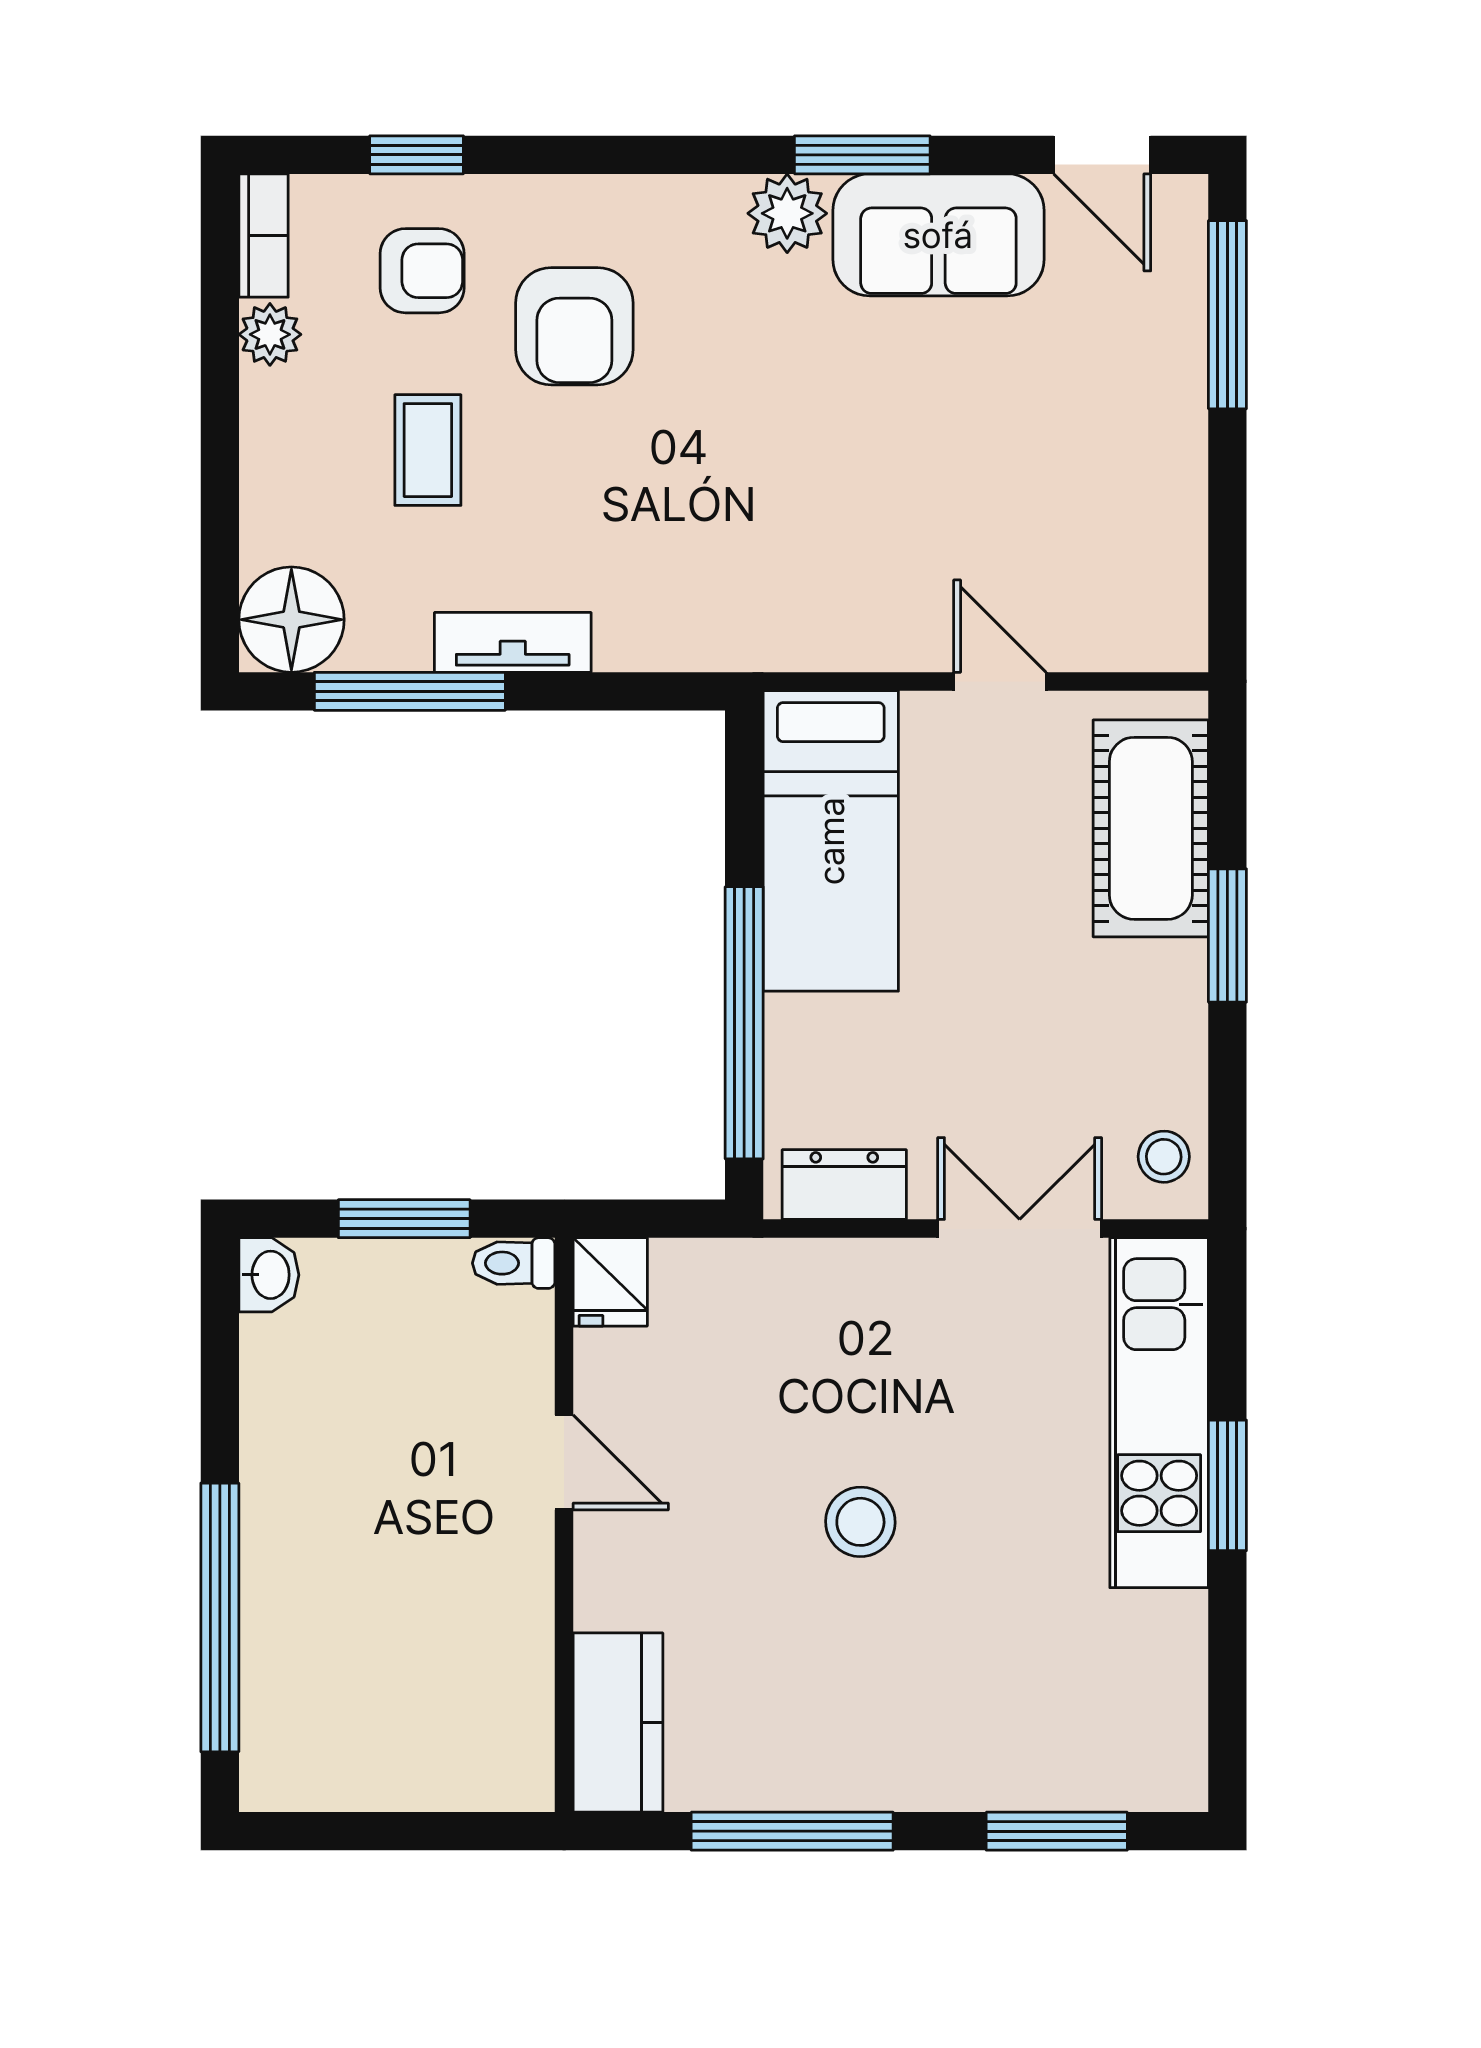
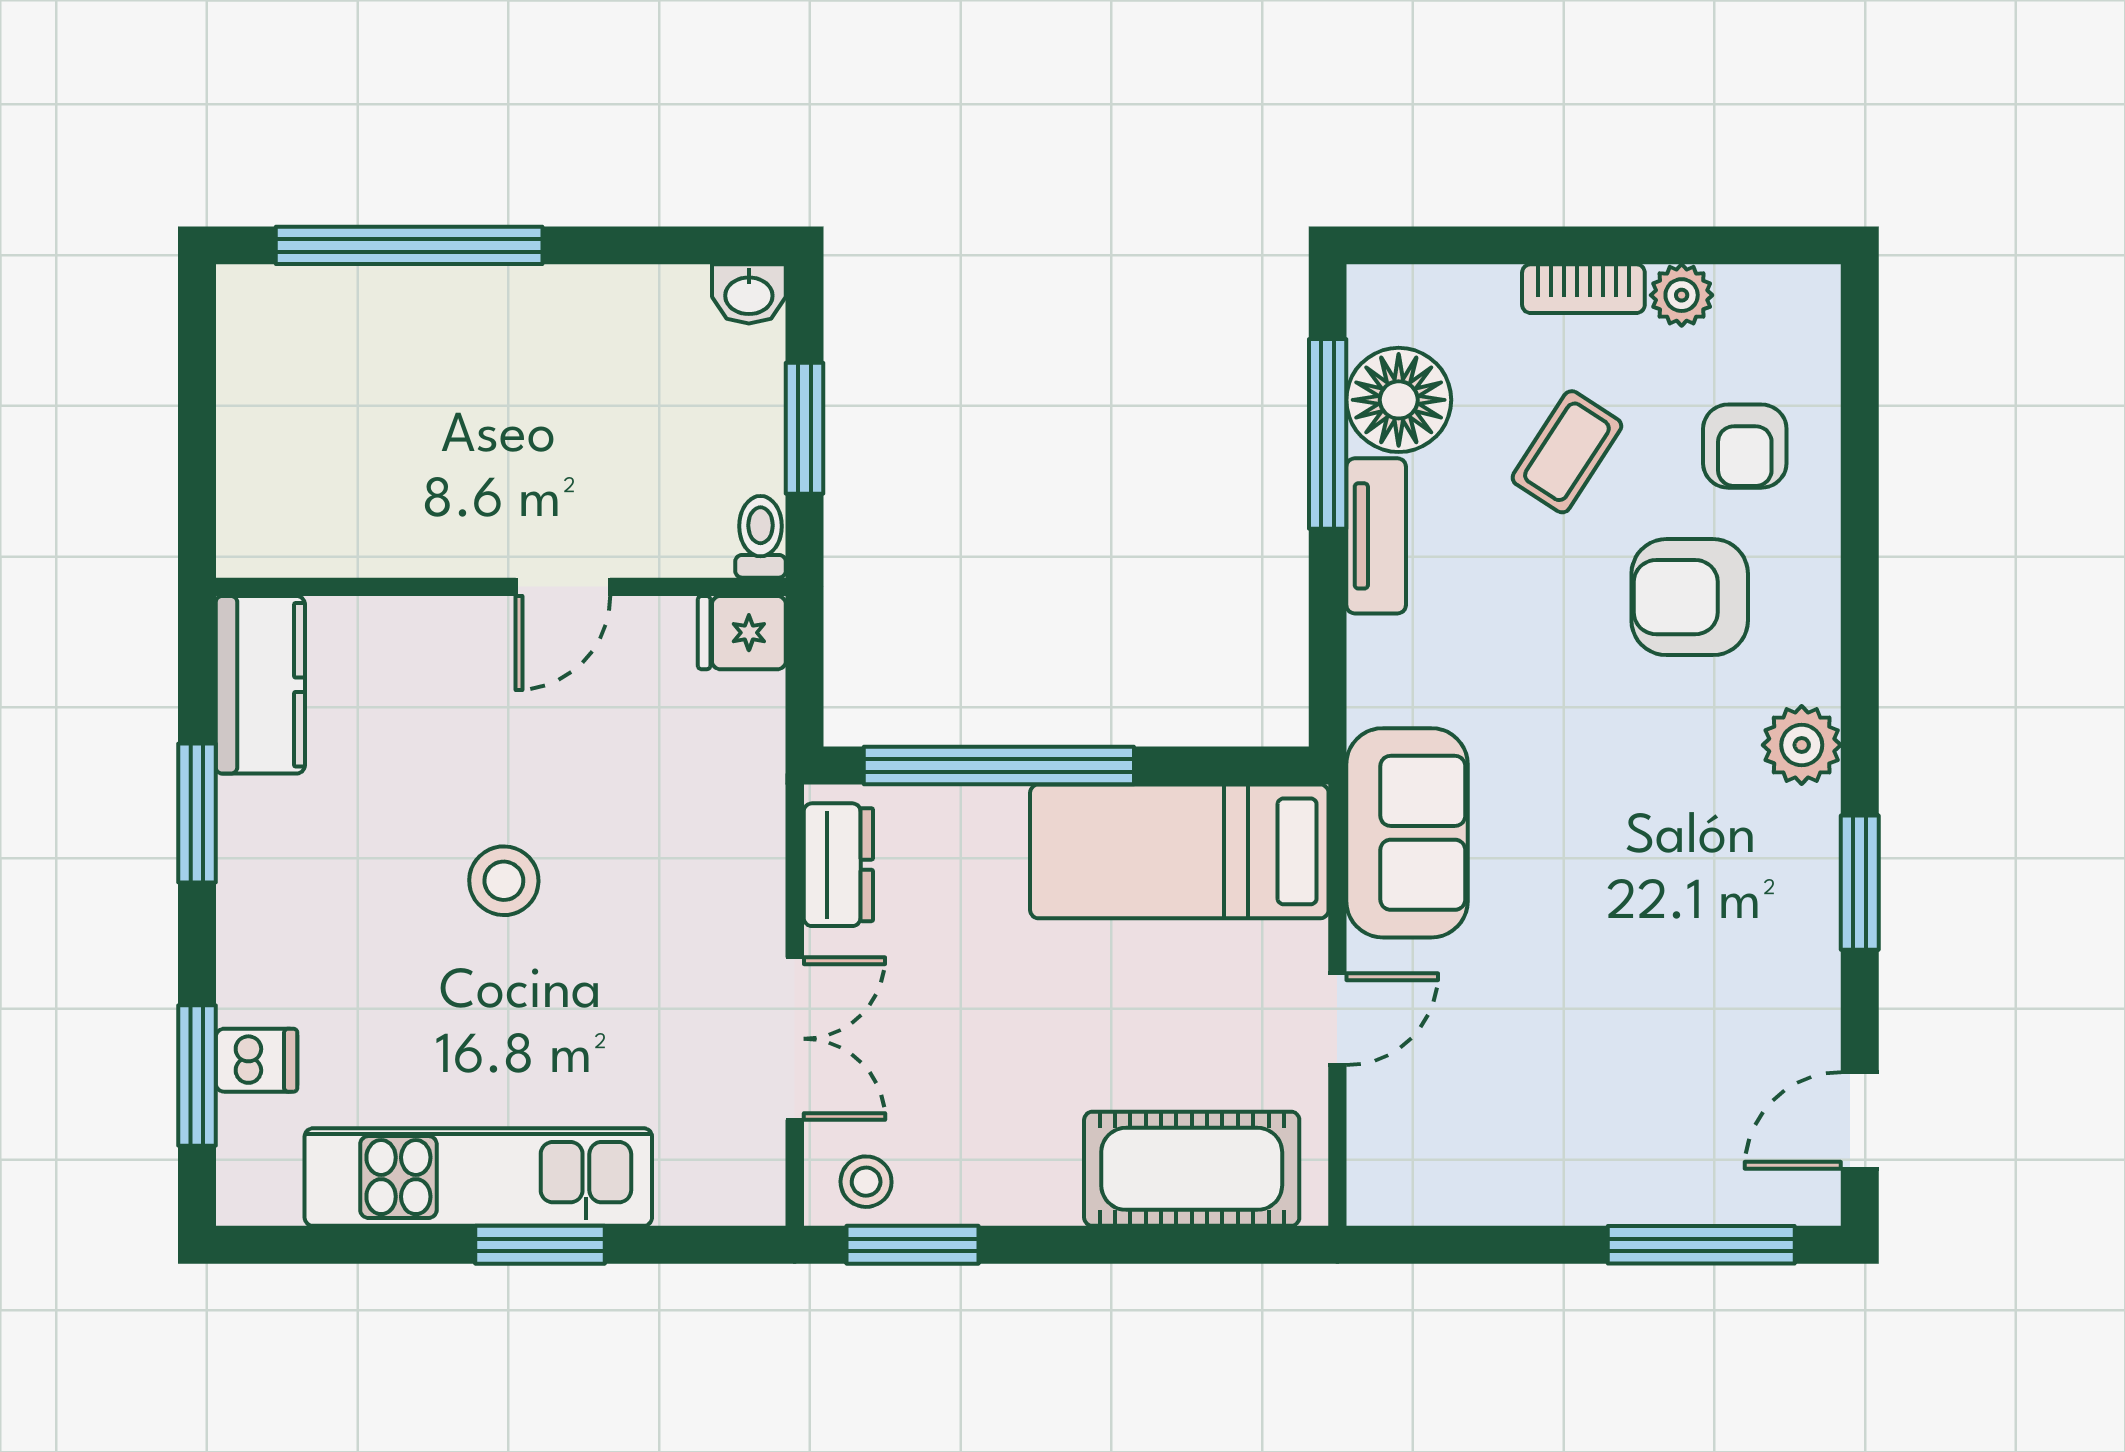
window: (417, 155) -> (1860, 441), removed
plant: (787, 213) -> (1802, 745), moved
sofa: (938, 235) -> (1407, 833), moved, turned 180
bookcase: (263, 236) -> (1583, 289), moved
coffee table: (428, 450) -> (1567, 452), turned -57
floor lamp: (291, 620) -> (1399, 400), moved
window: (1227, 935) -> (913, 1245), moved
kitchen unit: (1159, 1413) -> (478, 1177), moved
kitchen counter: (618, 1723) -> (260, 685), moved, turned -90
dishwasher: (1041, 1771) -> (257, 1060), added
window: (792, 1831) -> (197, 813), width x0.69

